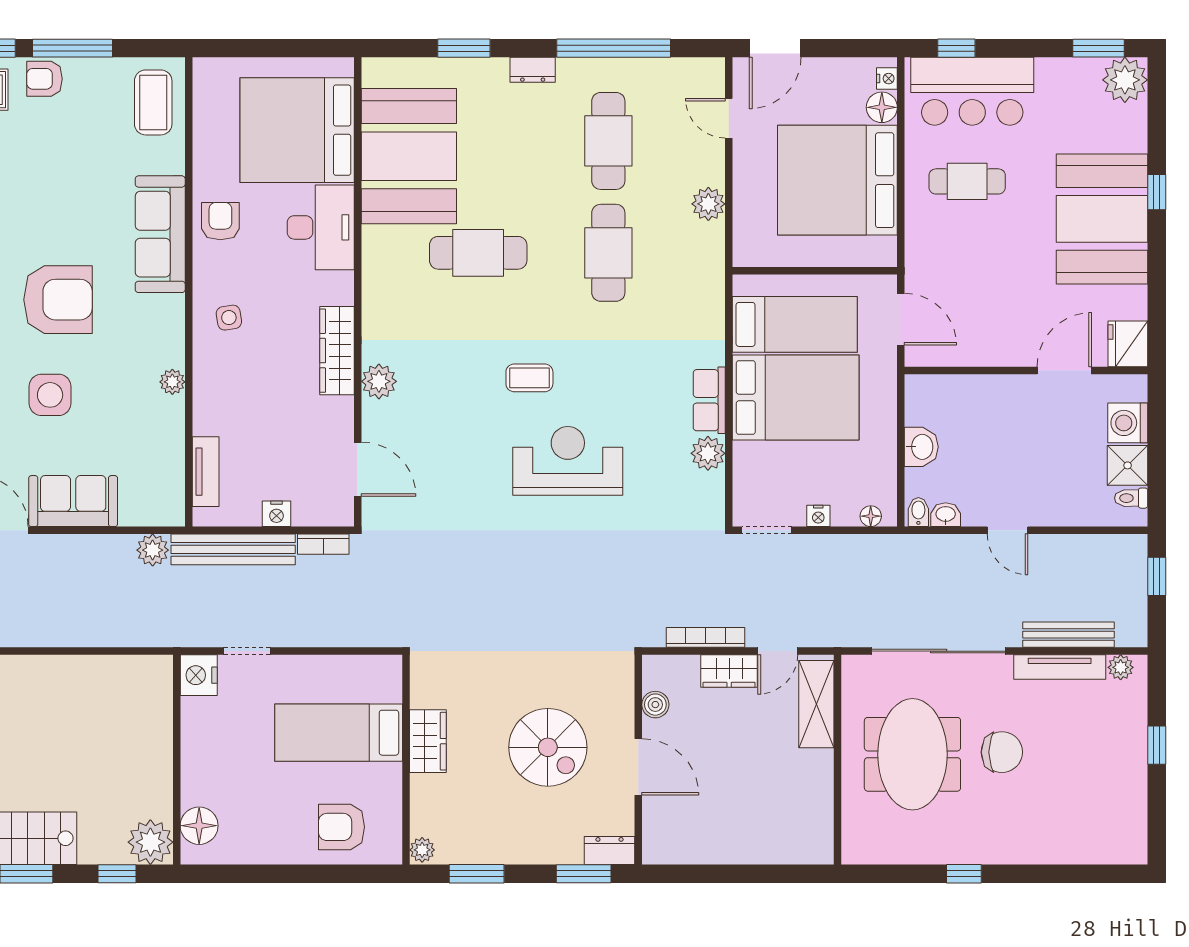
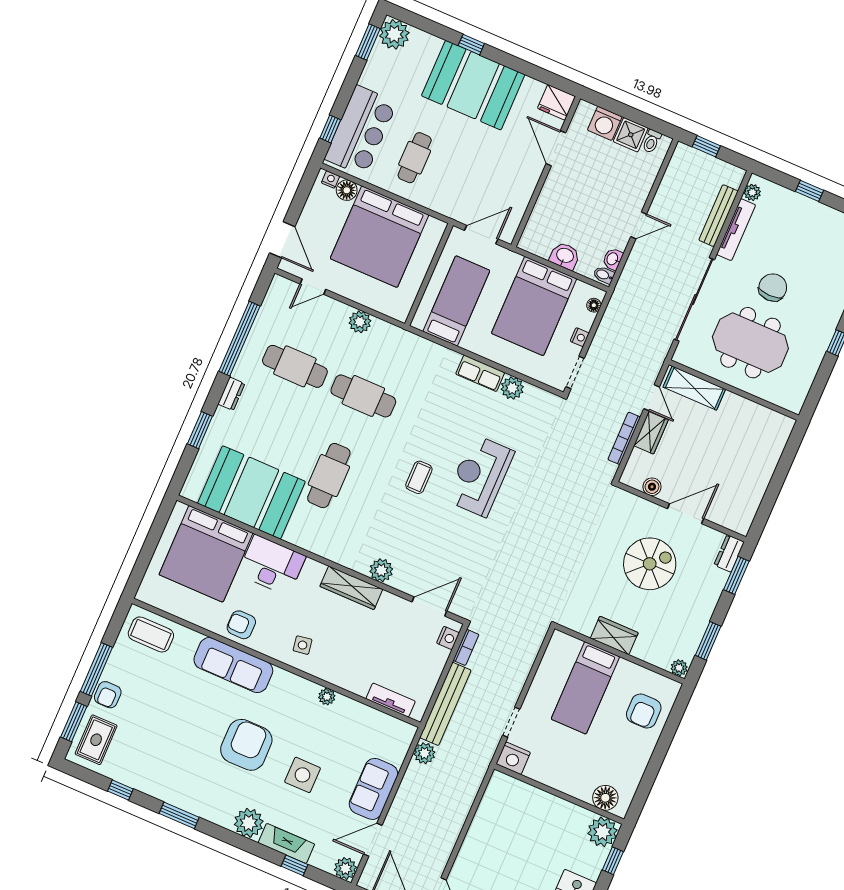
bed: (796, 398) -> (534, 306), moved, turned 180
nightstand: (276, 514) -> (448, 638), moved

